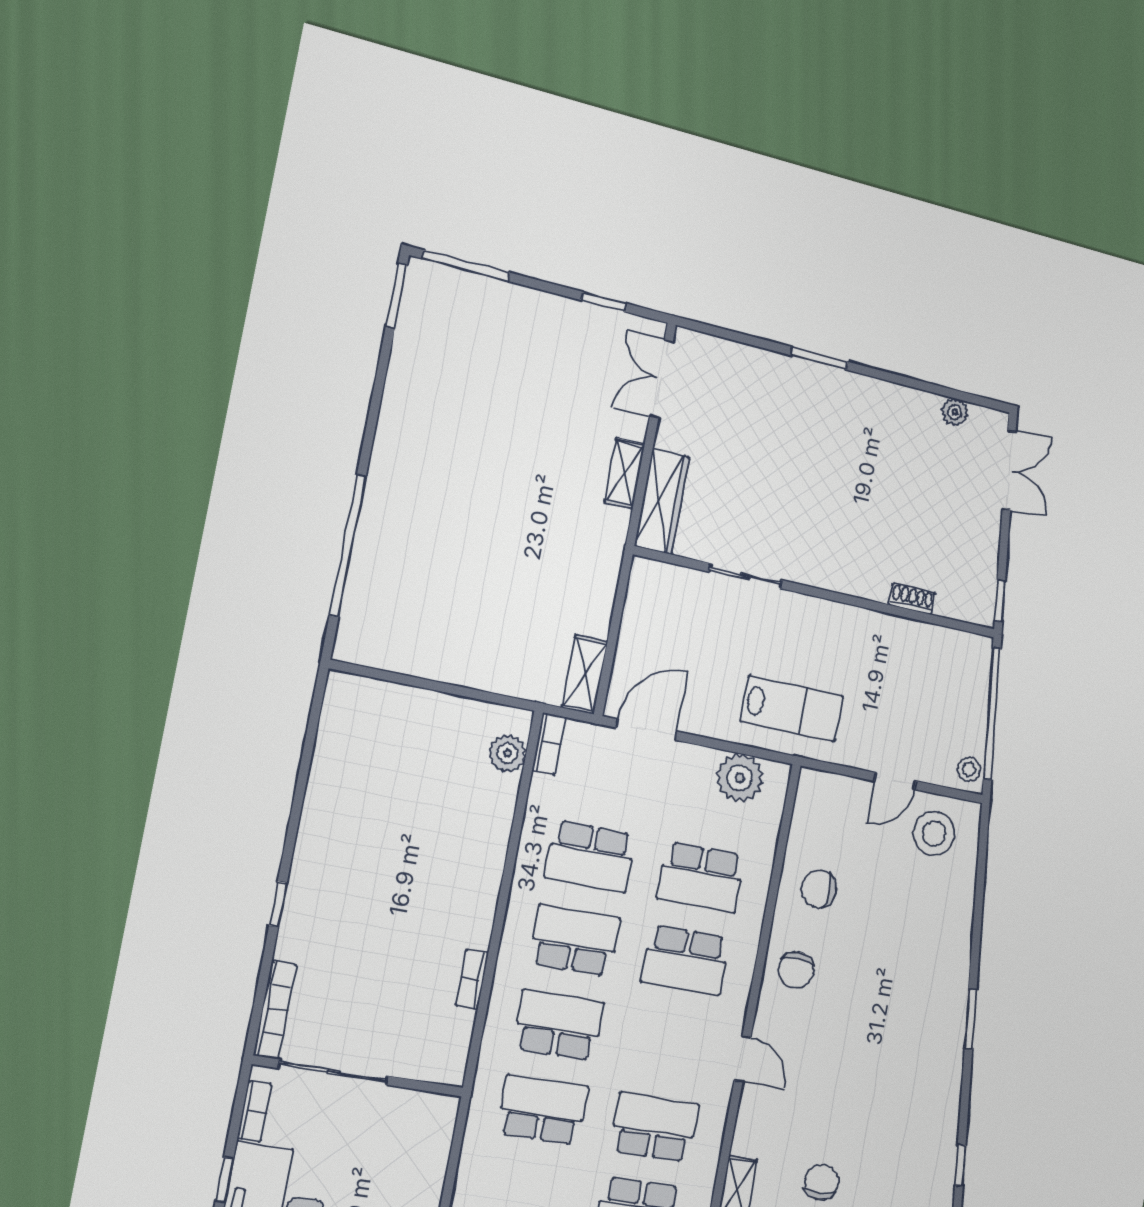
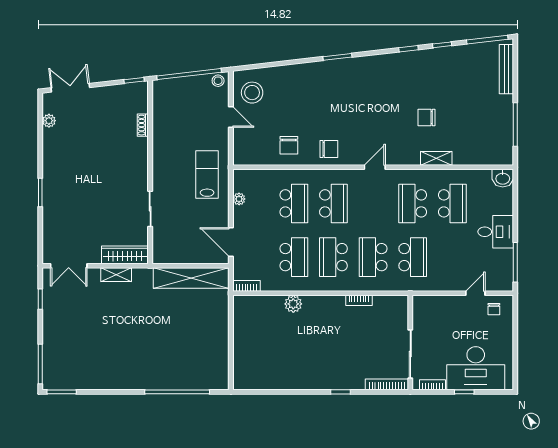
shelving: (585, 675) -> (191, 278), width x2.20, depth x1.33
plant: (507, 753) -> (293, 304), moved
plant: (740, 778) -> (239, 199), width x0.53, depth x0.53
school desk: (543, 1110) -> (413, 257), turned 180

